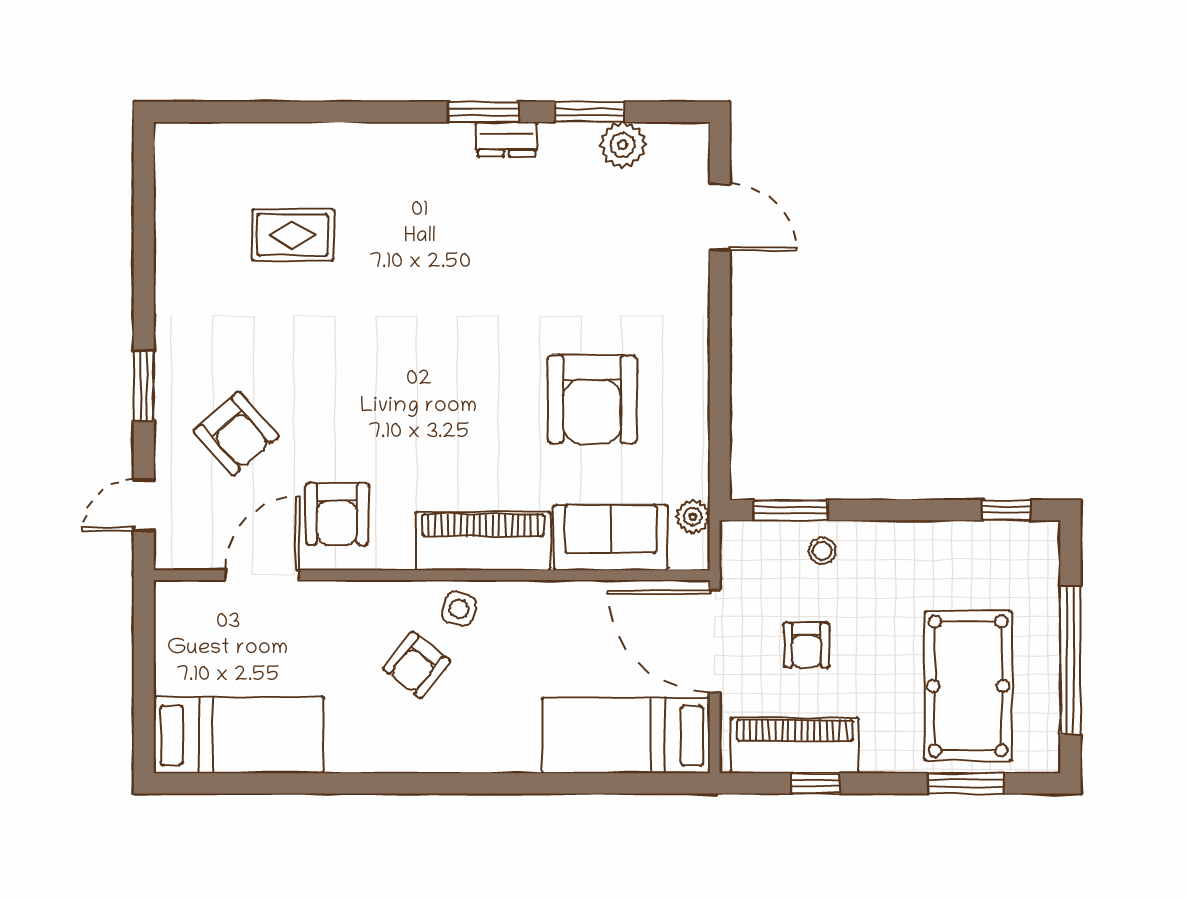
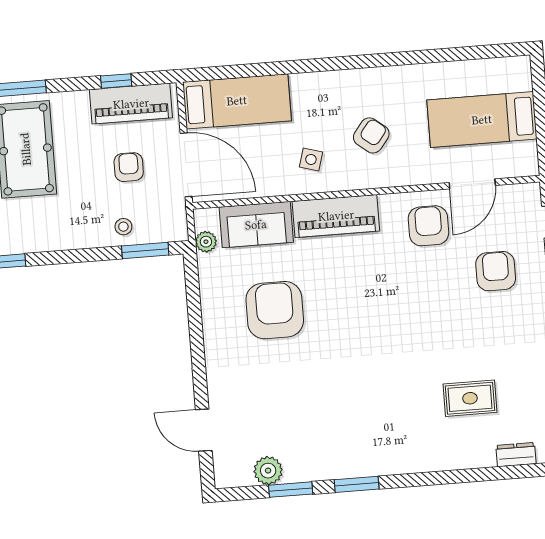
dresser: (506, 139) -> (516, 455), moved
armchair: (236, 433) -> (496, 271), turned 41
side table: (459, 609) -> (311, 159), moved
bed: (239, 735) -> (482, 120), moved

